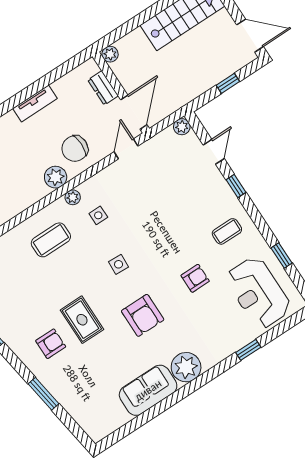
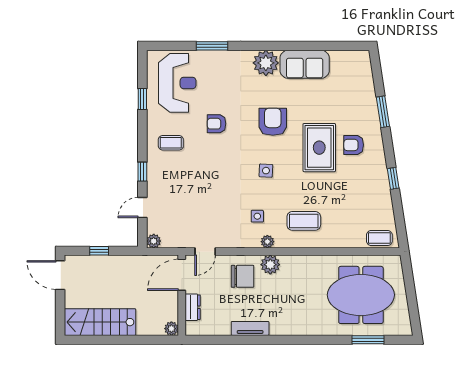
rug: (82, 320) -> (319, 148), width x1.36, depth x1.43
window: (248, 350) -> (212, 46), width x1.50

